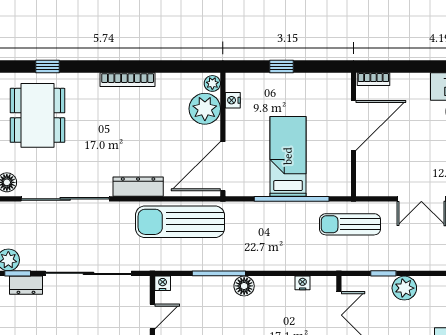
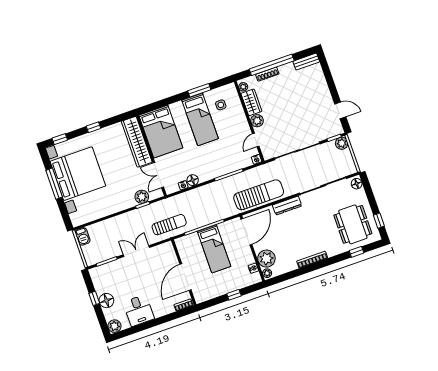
dresser: (26, 285) -> (328, 133), removed
floor lamp: (244, 286) -> (193, 180), moved
plant: (404, 288) -> (142, 197), moved

